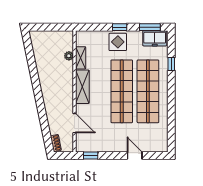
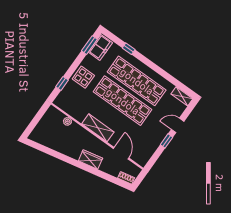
window: (120, 27) -> (62, 83), moved
shelving: (81, 58) -> (182, 96), moved
wardrobe: (50, 100) -> (90, 159), added
door: (74, 123) -> (121, 153), hinge flipped
window: (91, 156) -> (167, 141), moved

